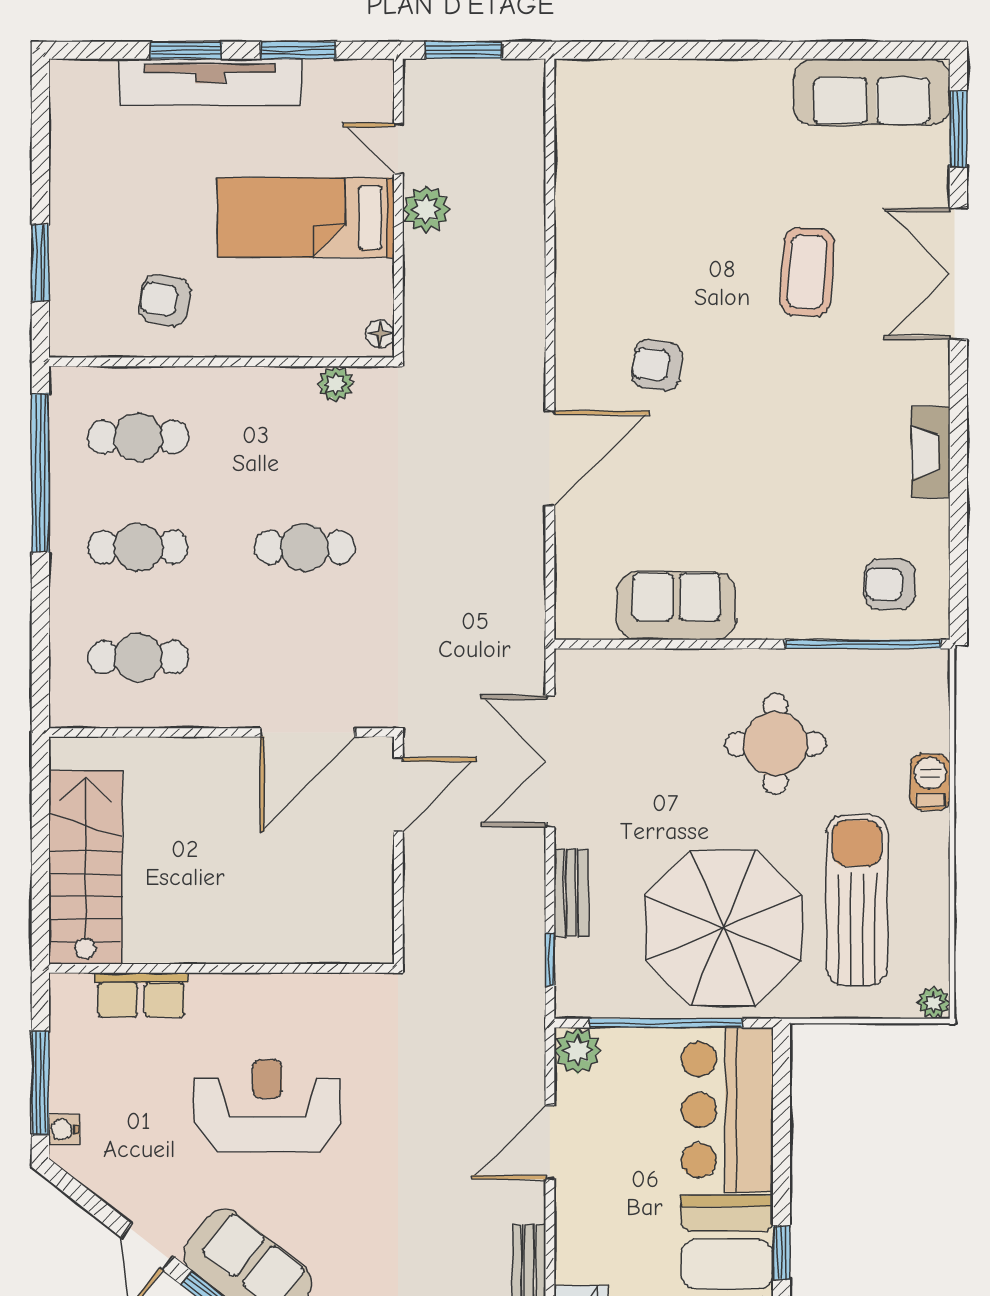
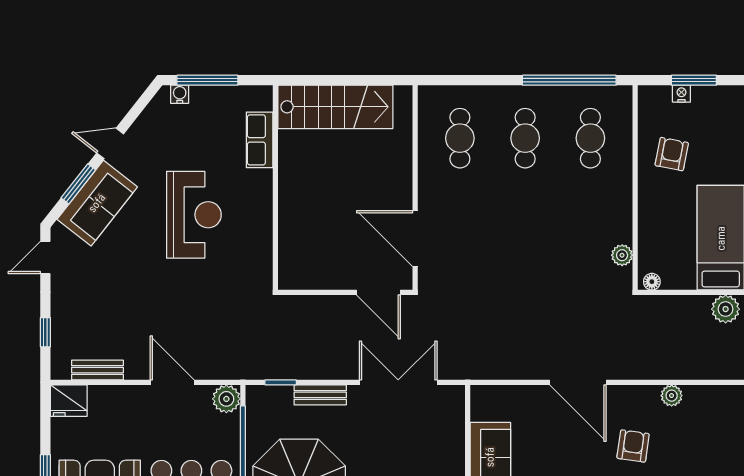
nightstand: (63, 284) -> (681, 94), added
plant: (572, 300) -> (672, 396), added
cafe table: (305, 547) -> (525, 237), removed

